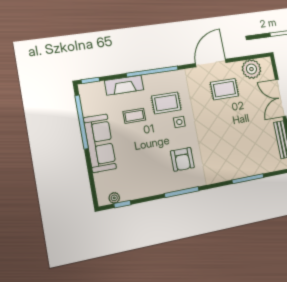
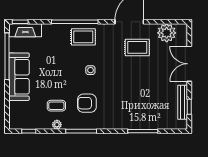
fireplace: (124, 85) -> (25, 30), moved
rug: (166, 103) -> (83, 37), moved
coffee table: (134, 116) -> (56, 106), moved
armchair: (182, 159) -> (87, 103), turned 90
plant: (114, 198) -> (57, 125), moved

